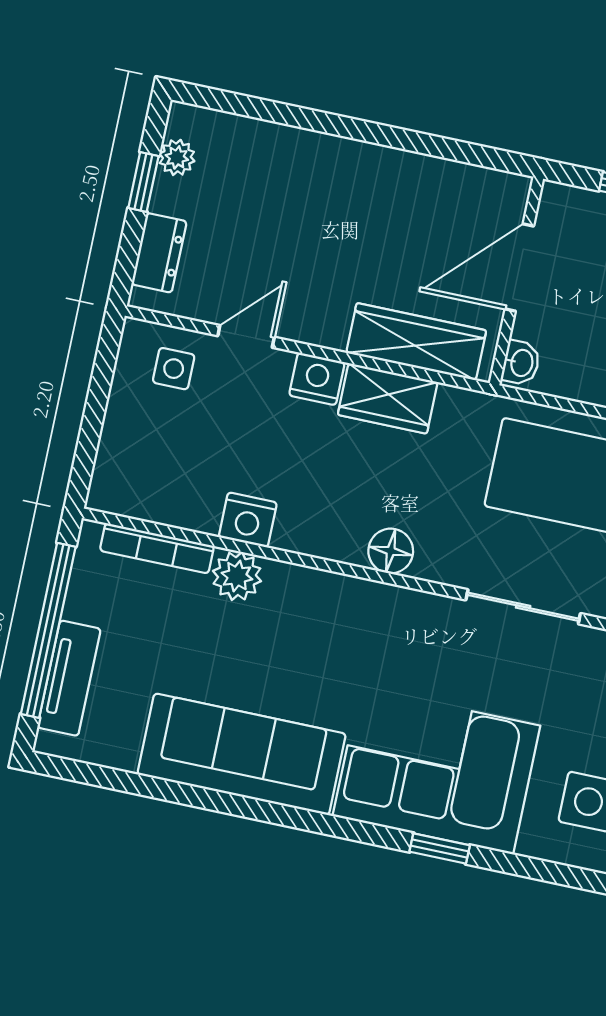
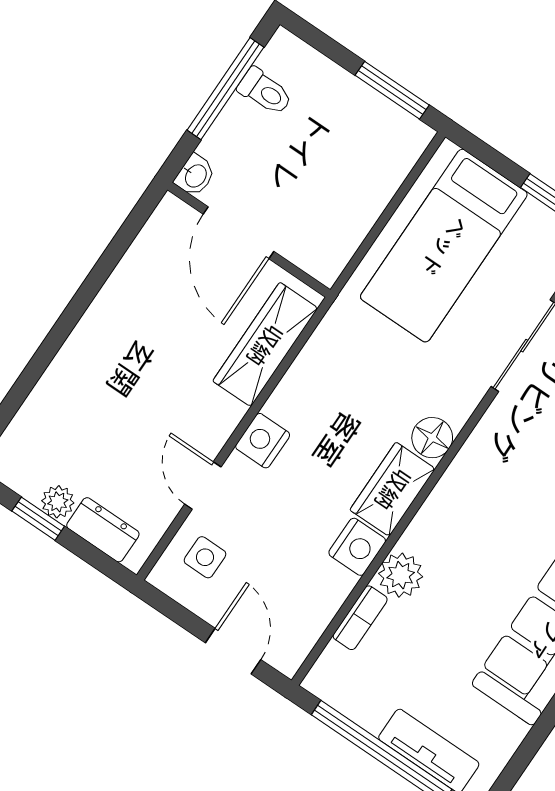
plant: (177, 157) -> (58, 502), moved
washbasin: (521, 363) -> (195, 175), moved, turned 90
wardrobe: (388, 398) -> (393, 489), moved, turned 180
door: (89, 437) -> (233, 651), added
bookcase: (157, 548) -> (360, 618), width x0.64

